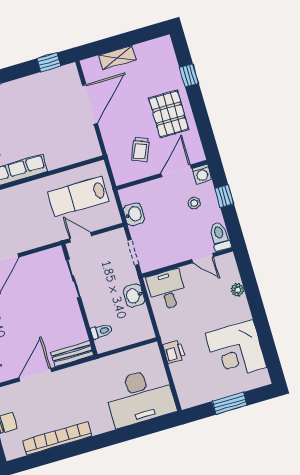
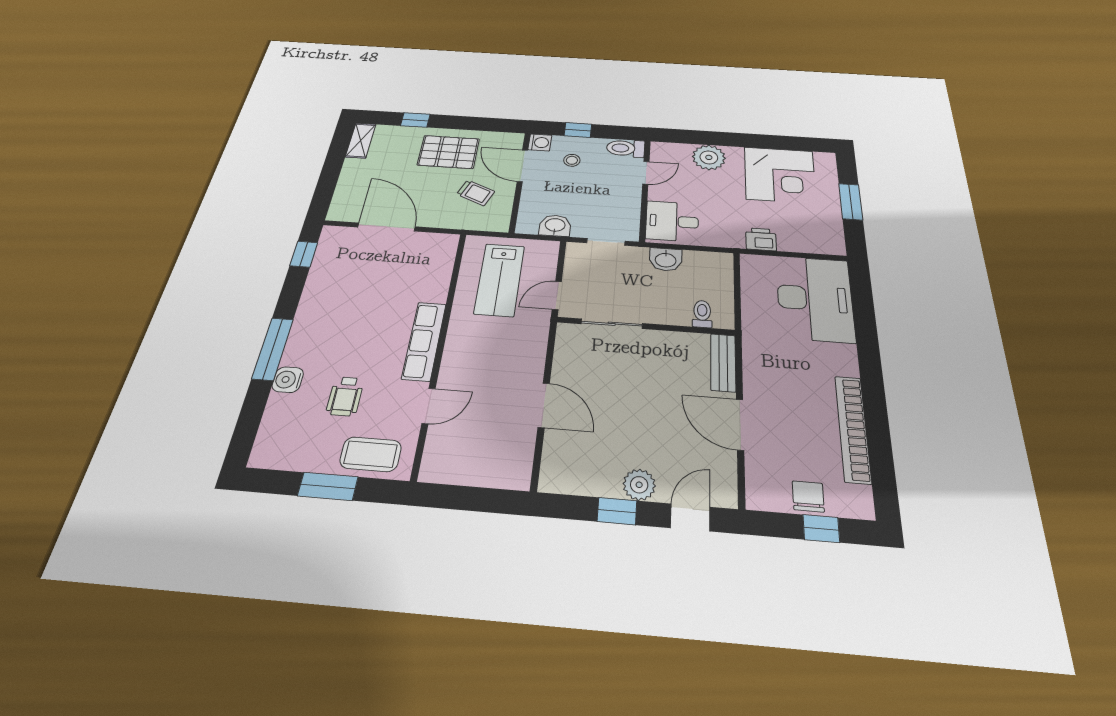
shelving: (117, 58) -> (361, 140), moved
plant: (237, 290) -> (709, 157), width x1.88, depth x1.88

